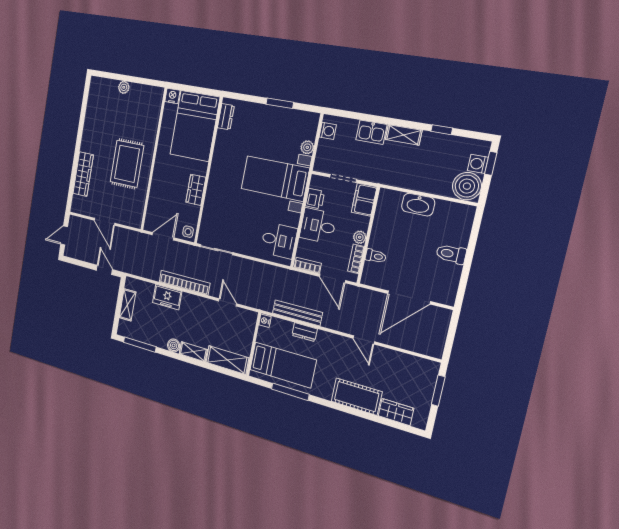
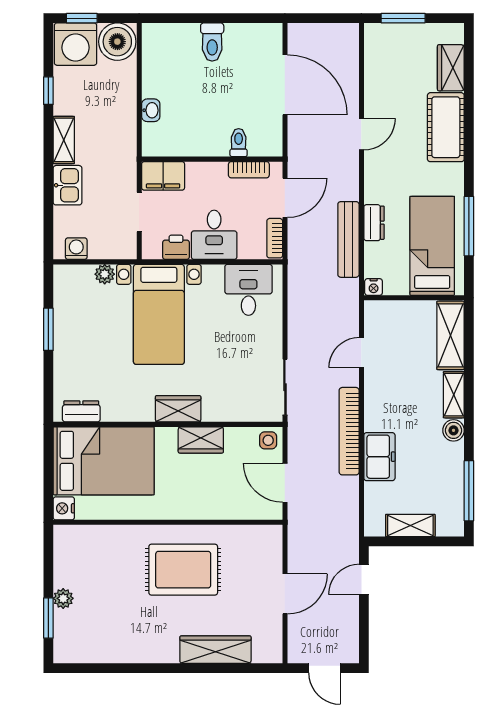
window: (115, 76) -> (48, 618), added
washing machine: (478, 164) -> (76, 44), width x1.89, depth x1.89
wardrobe: (216, 179) -> (178, 409), added
washbasin: (418, 205) -> (151, 110), width x0.52, depth x0.69
plant: (360, 237) -> (217, 171), removed

